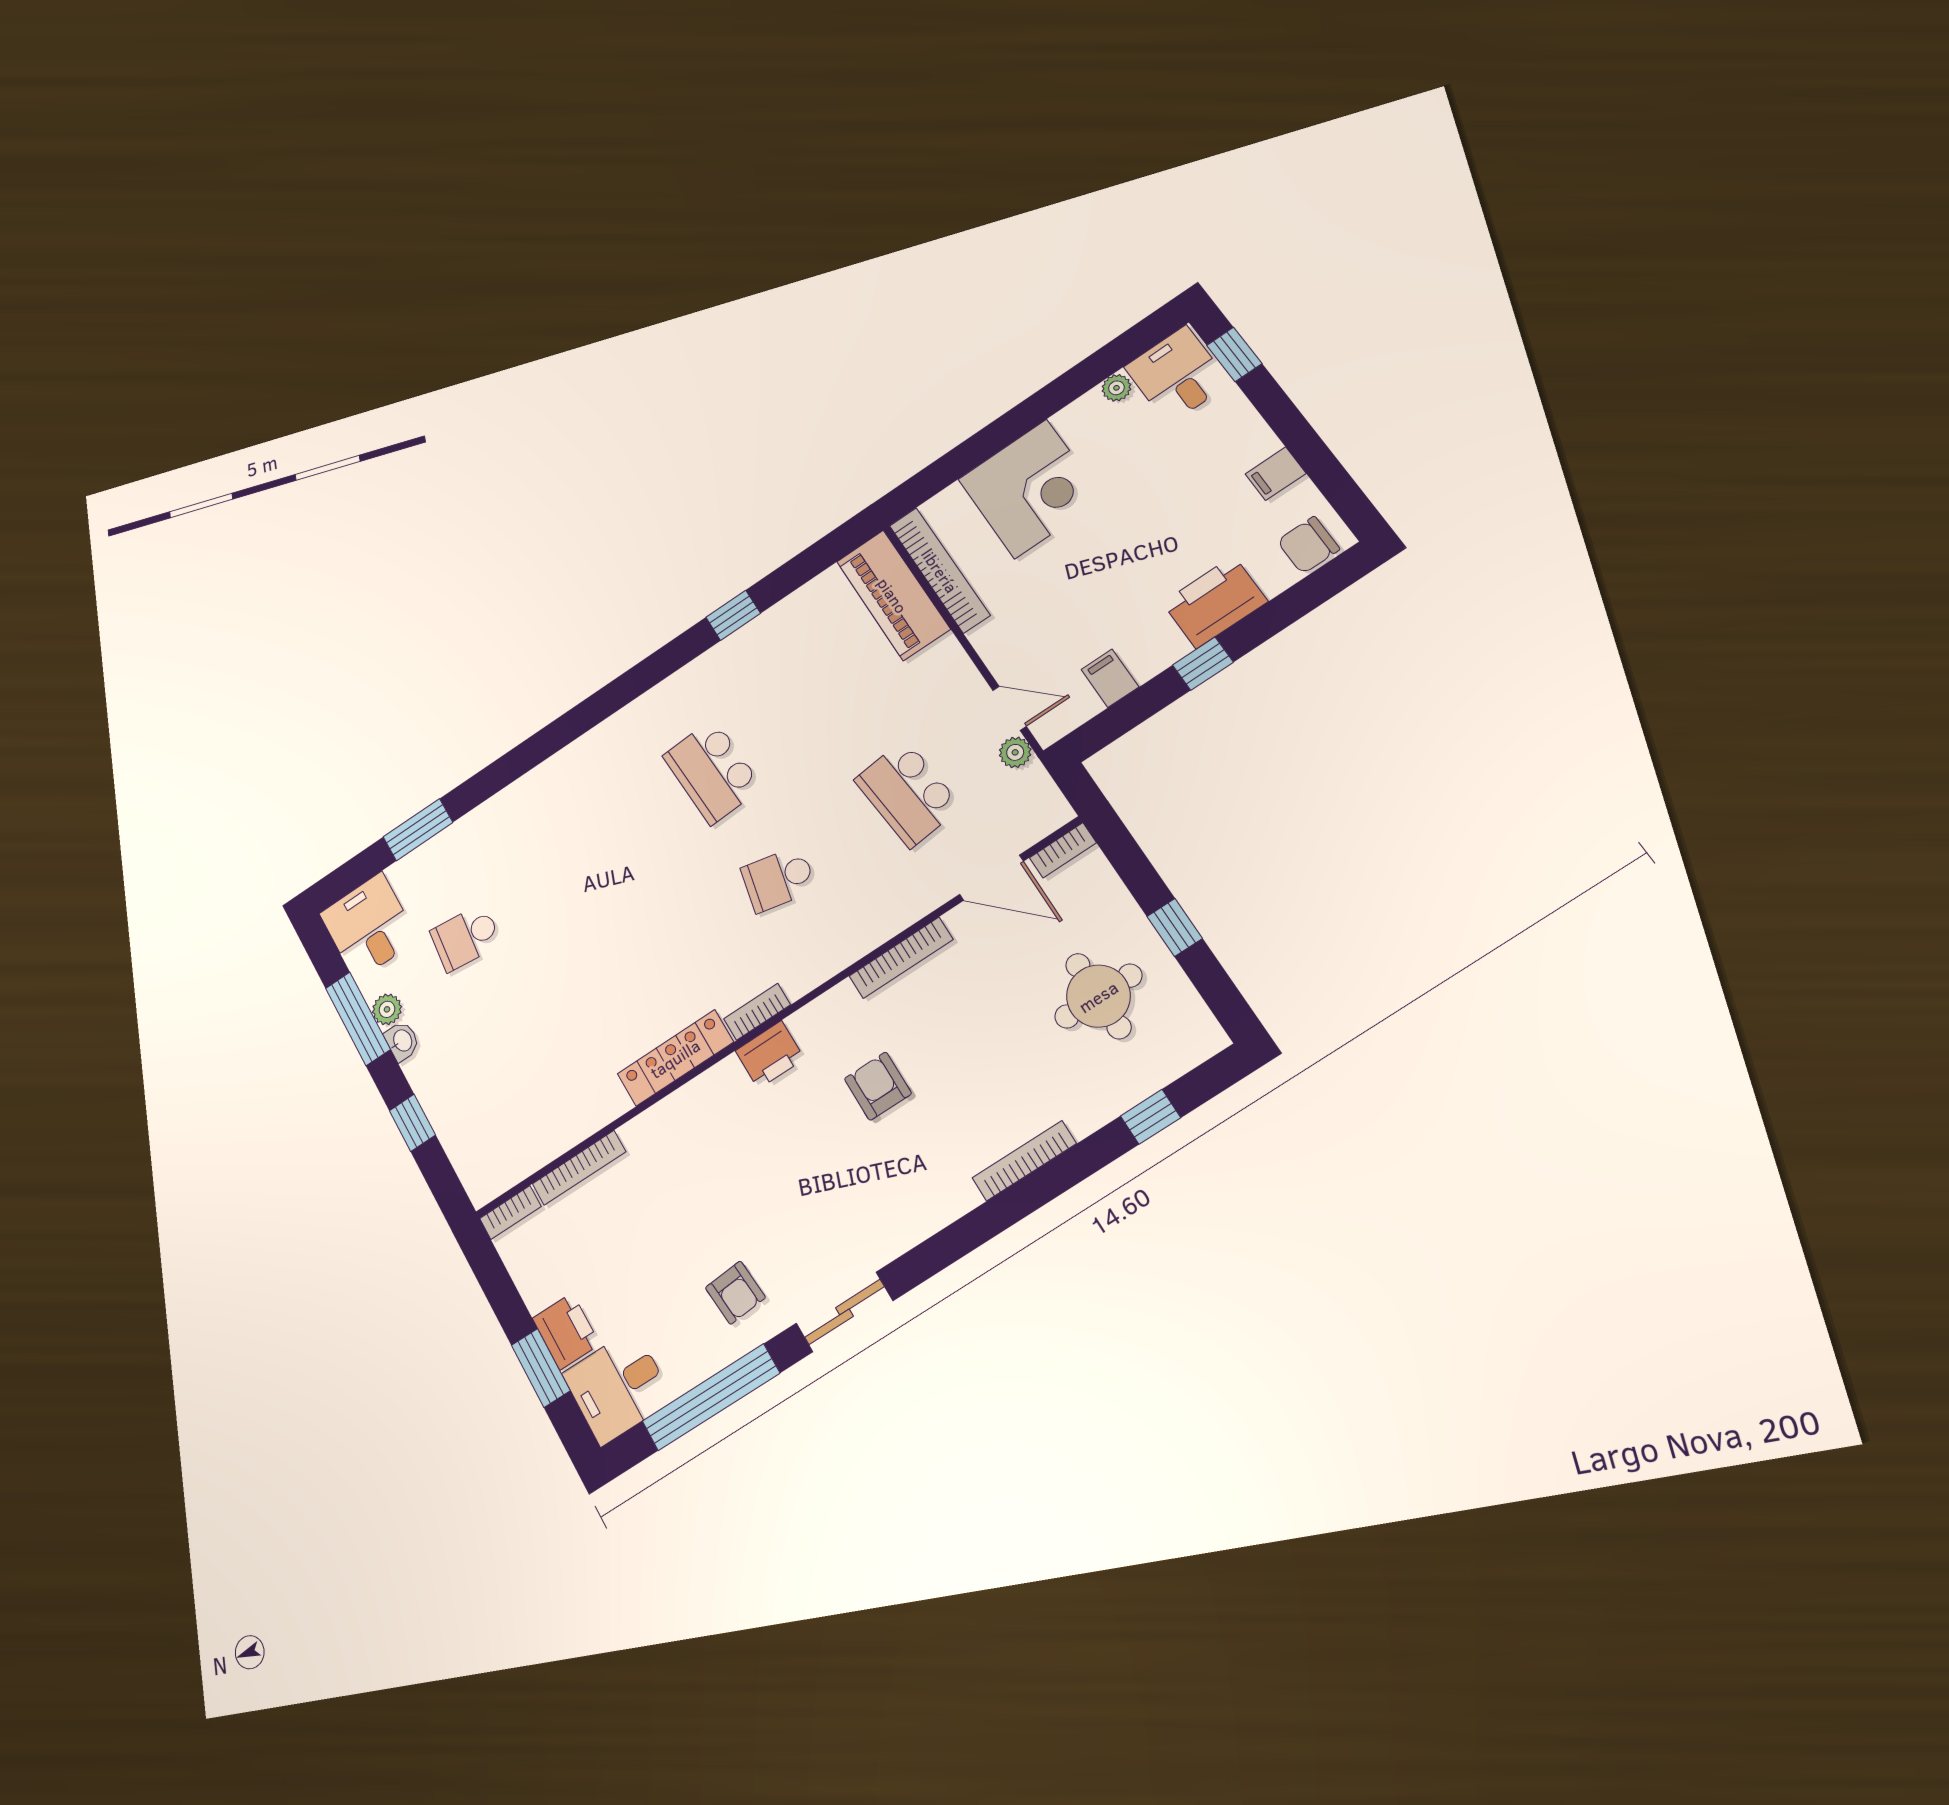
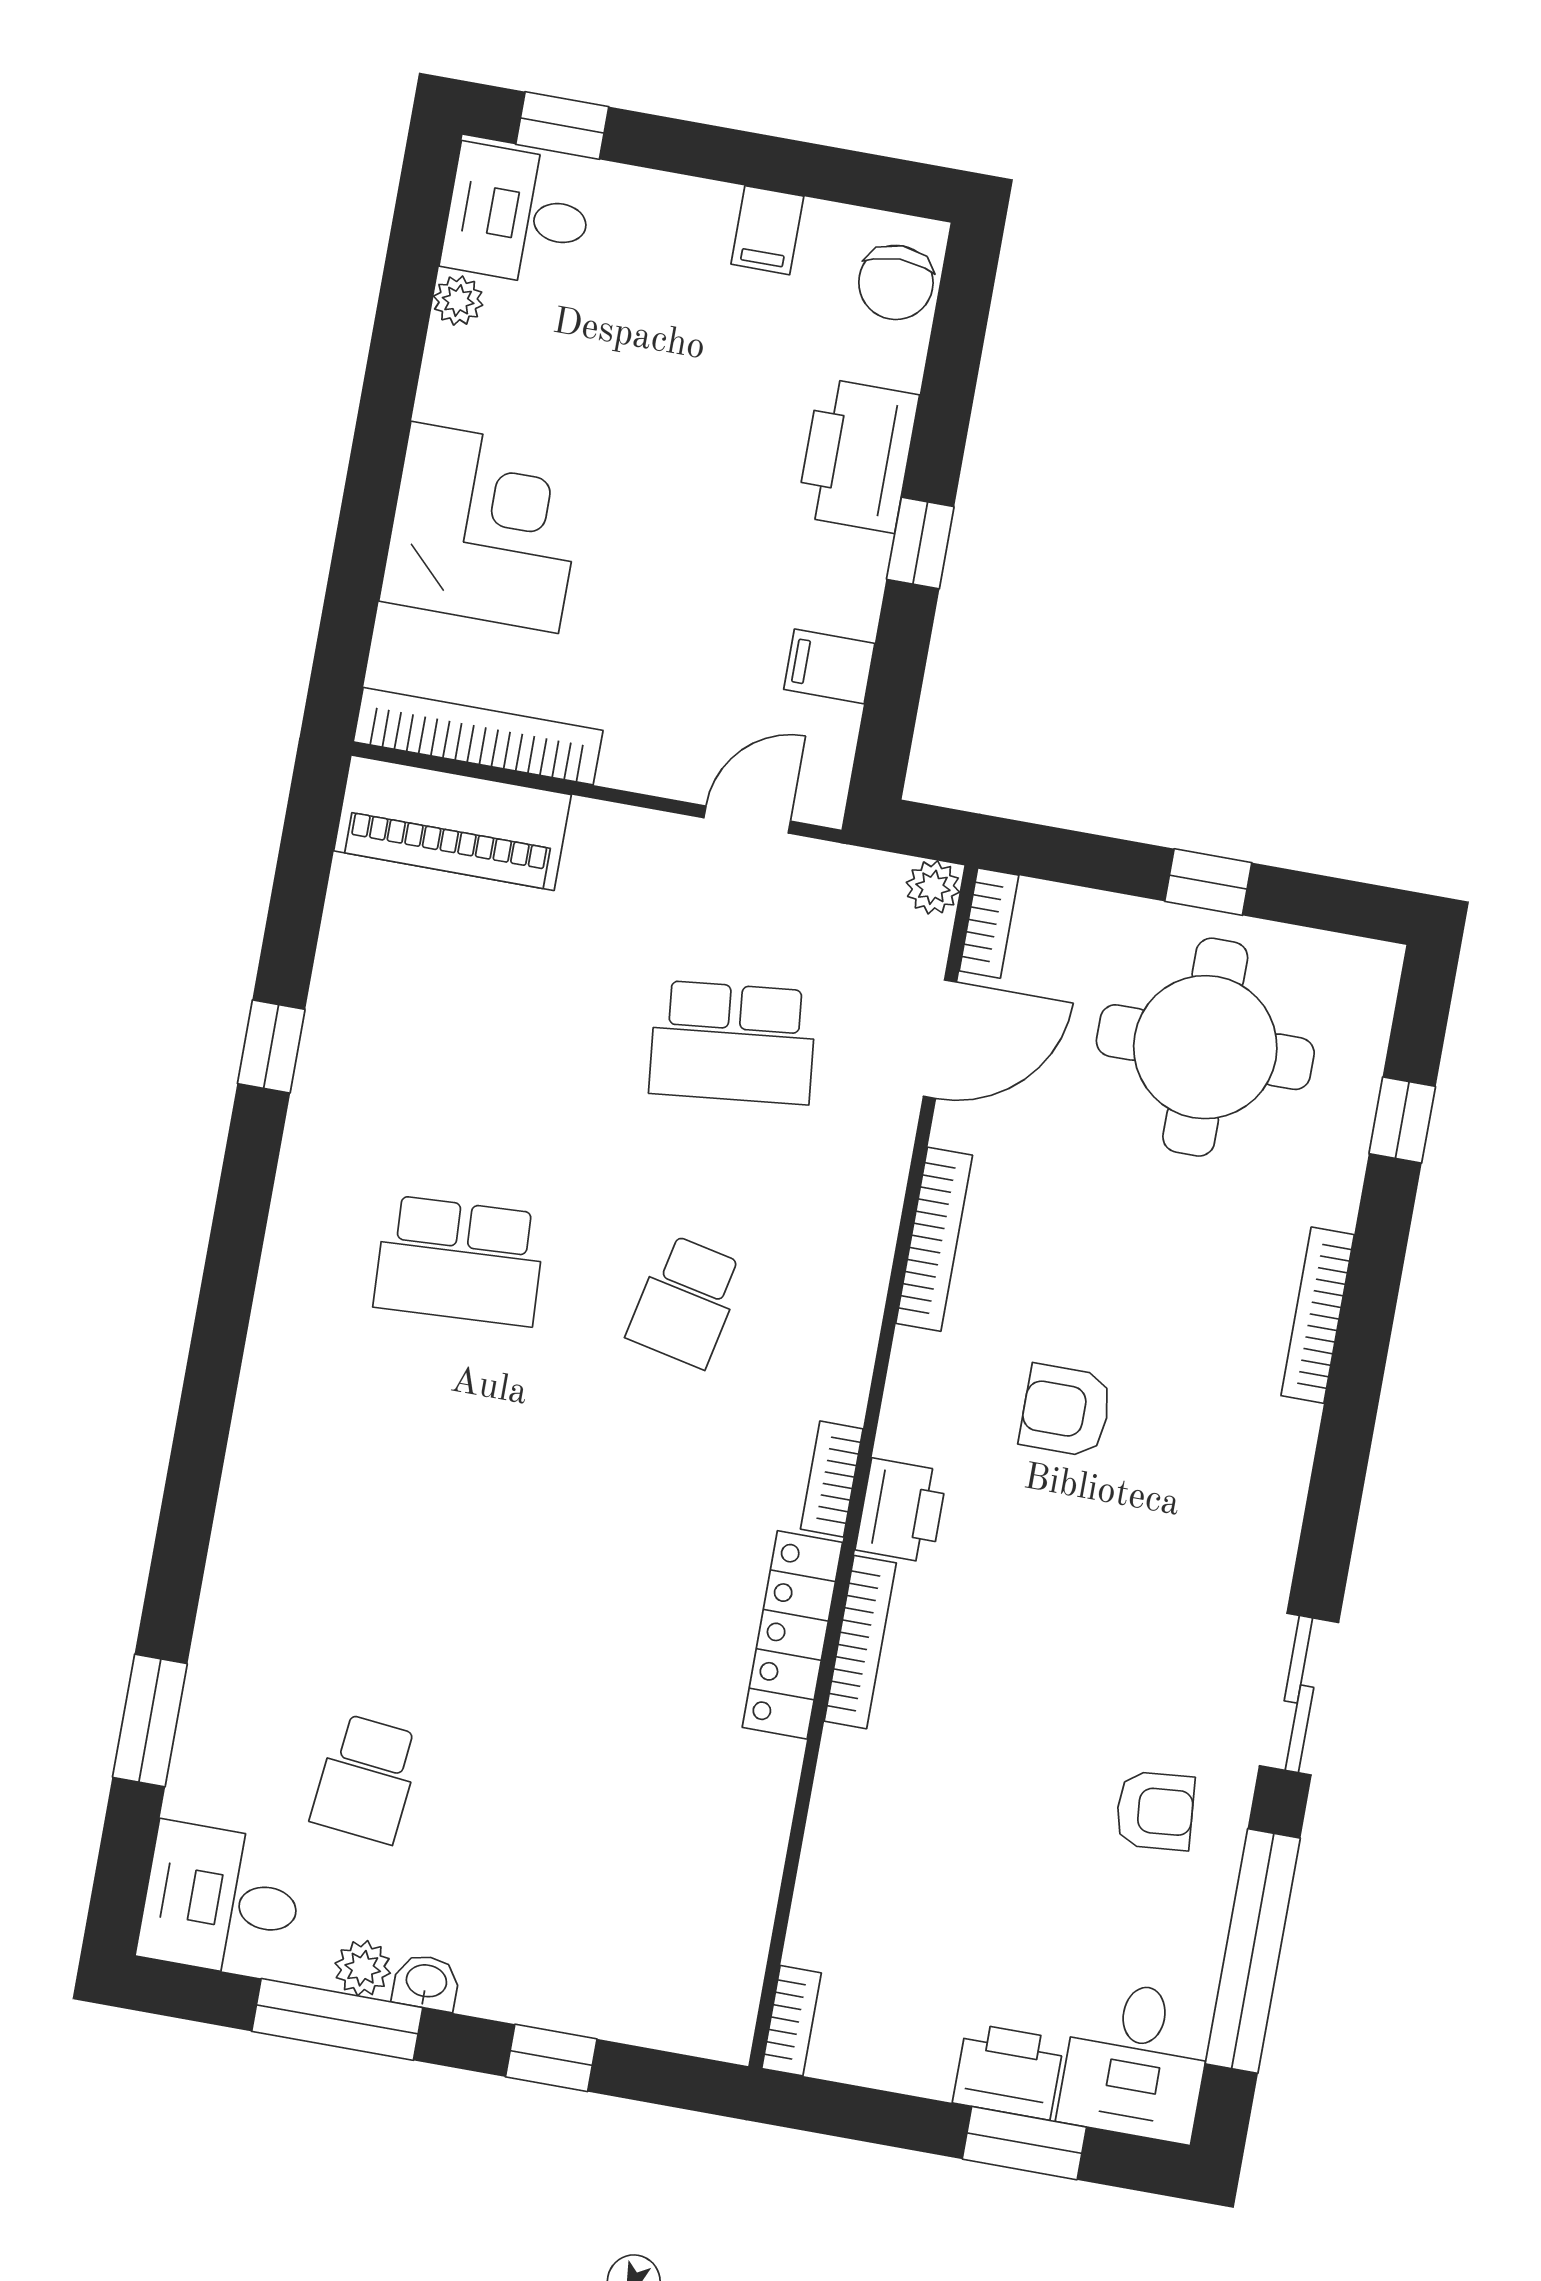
plant: (1015, 752) -> (933, 887), moved
round table: (1098, 996) -> (1205, 1047), width x1.36, depth x1.36
bookcase: (579, 1168) -> (860, 1642), moved

